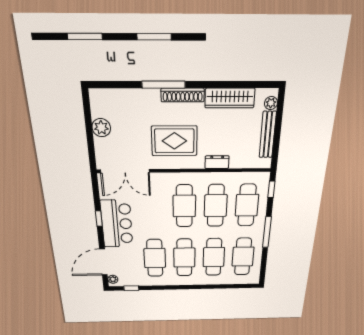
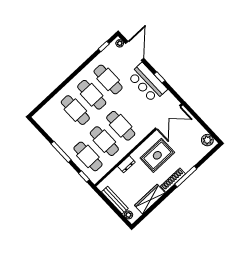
plant: (101, 128) -> (207, 140), moved
double door: (125, 171) -> (168, 117), swing flipped
cafe table: (243, 257) -> (59, 125), removed

